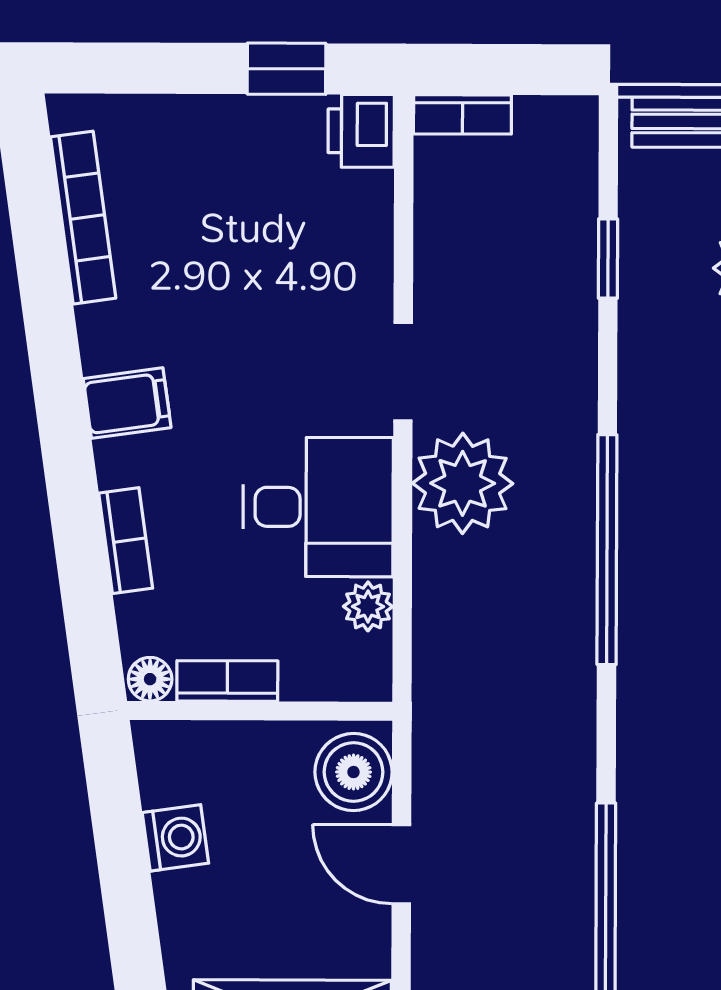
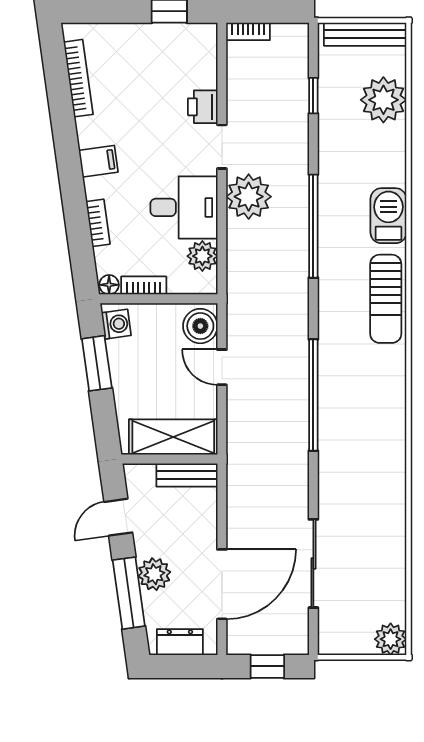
printer: (361, 131) -> (203, 107), moved
plant: (368, 606) -> (202, 256), width x1.38, depth x1.38
washing machine: (175, 838) -> (116, 324), moved
window: (122, 855) -> (97, 363), added

